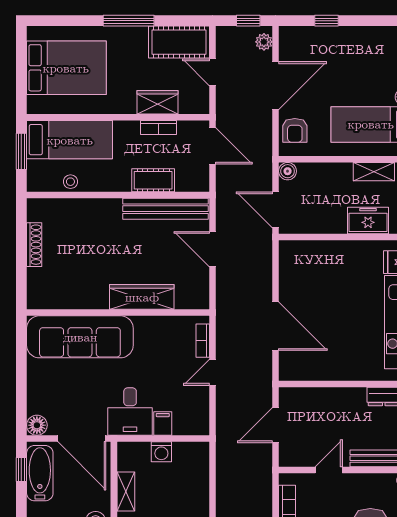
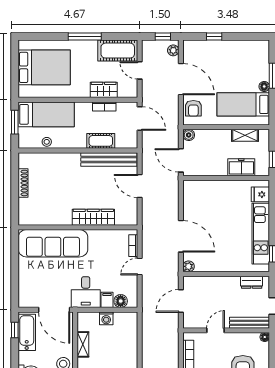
door: (276, 86) -> (181, 79), hinge flipped
plant: (287, 372) -> (189, 266), added
floor lamp: (37, 425) -> (121, 301), moved

